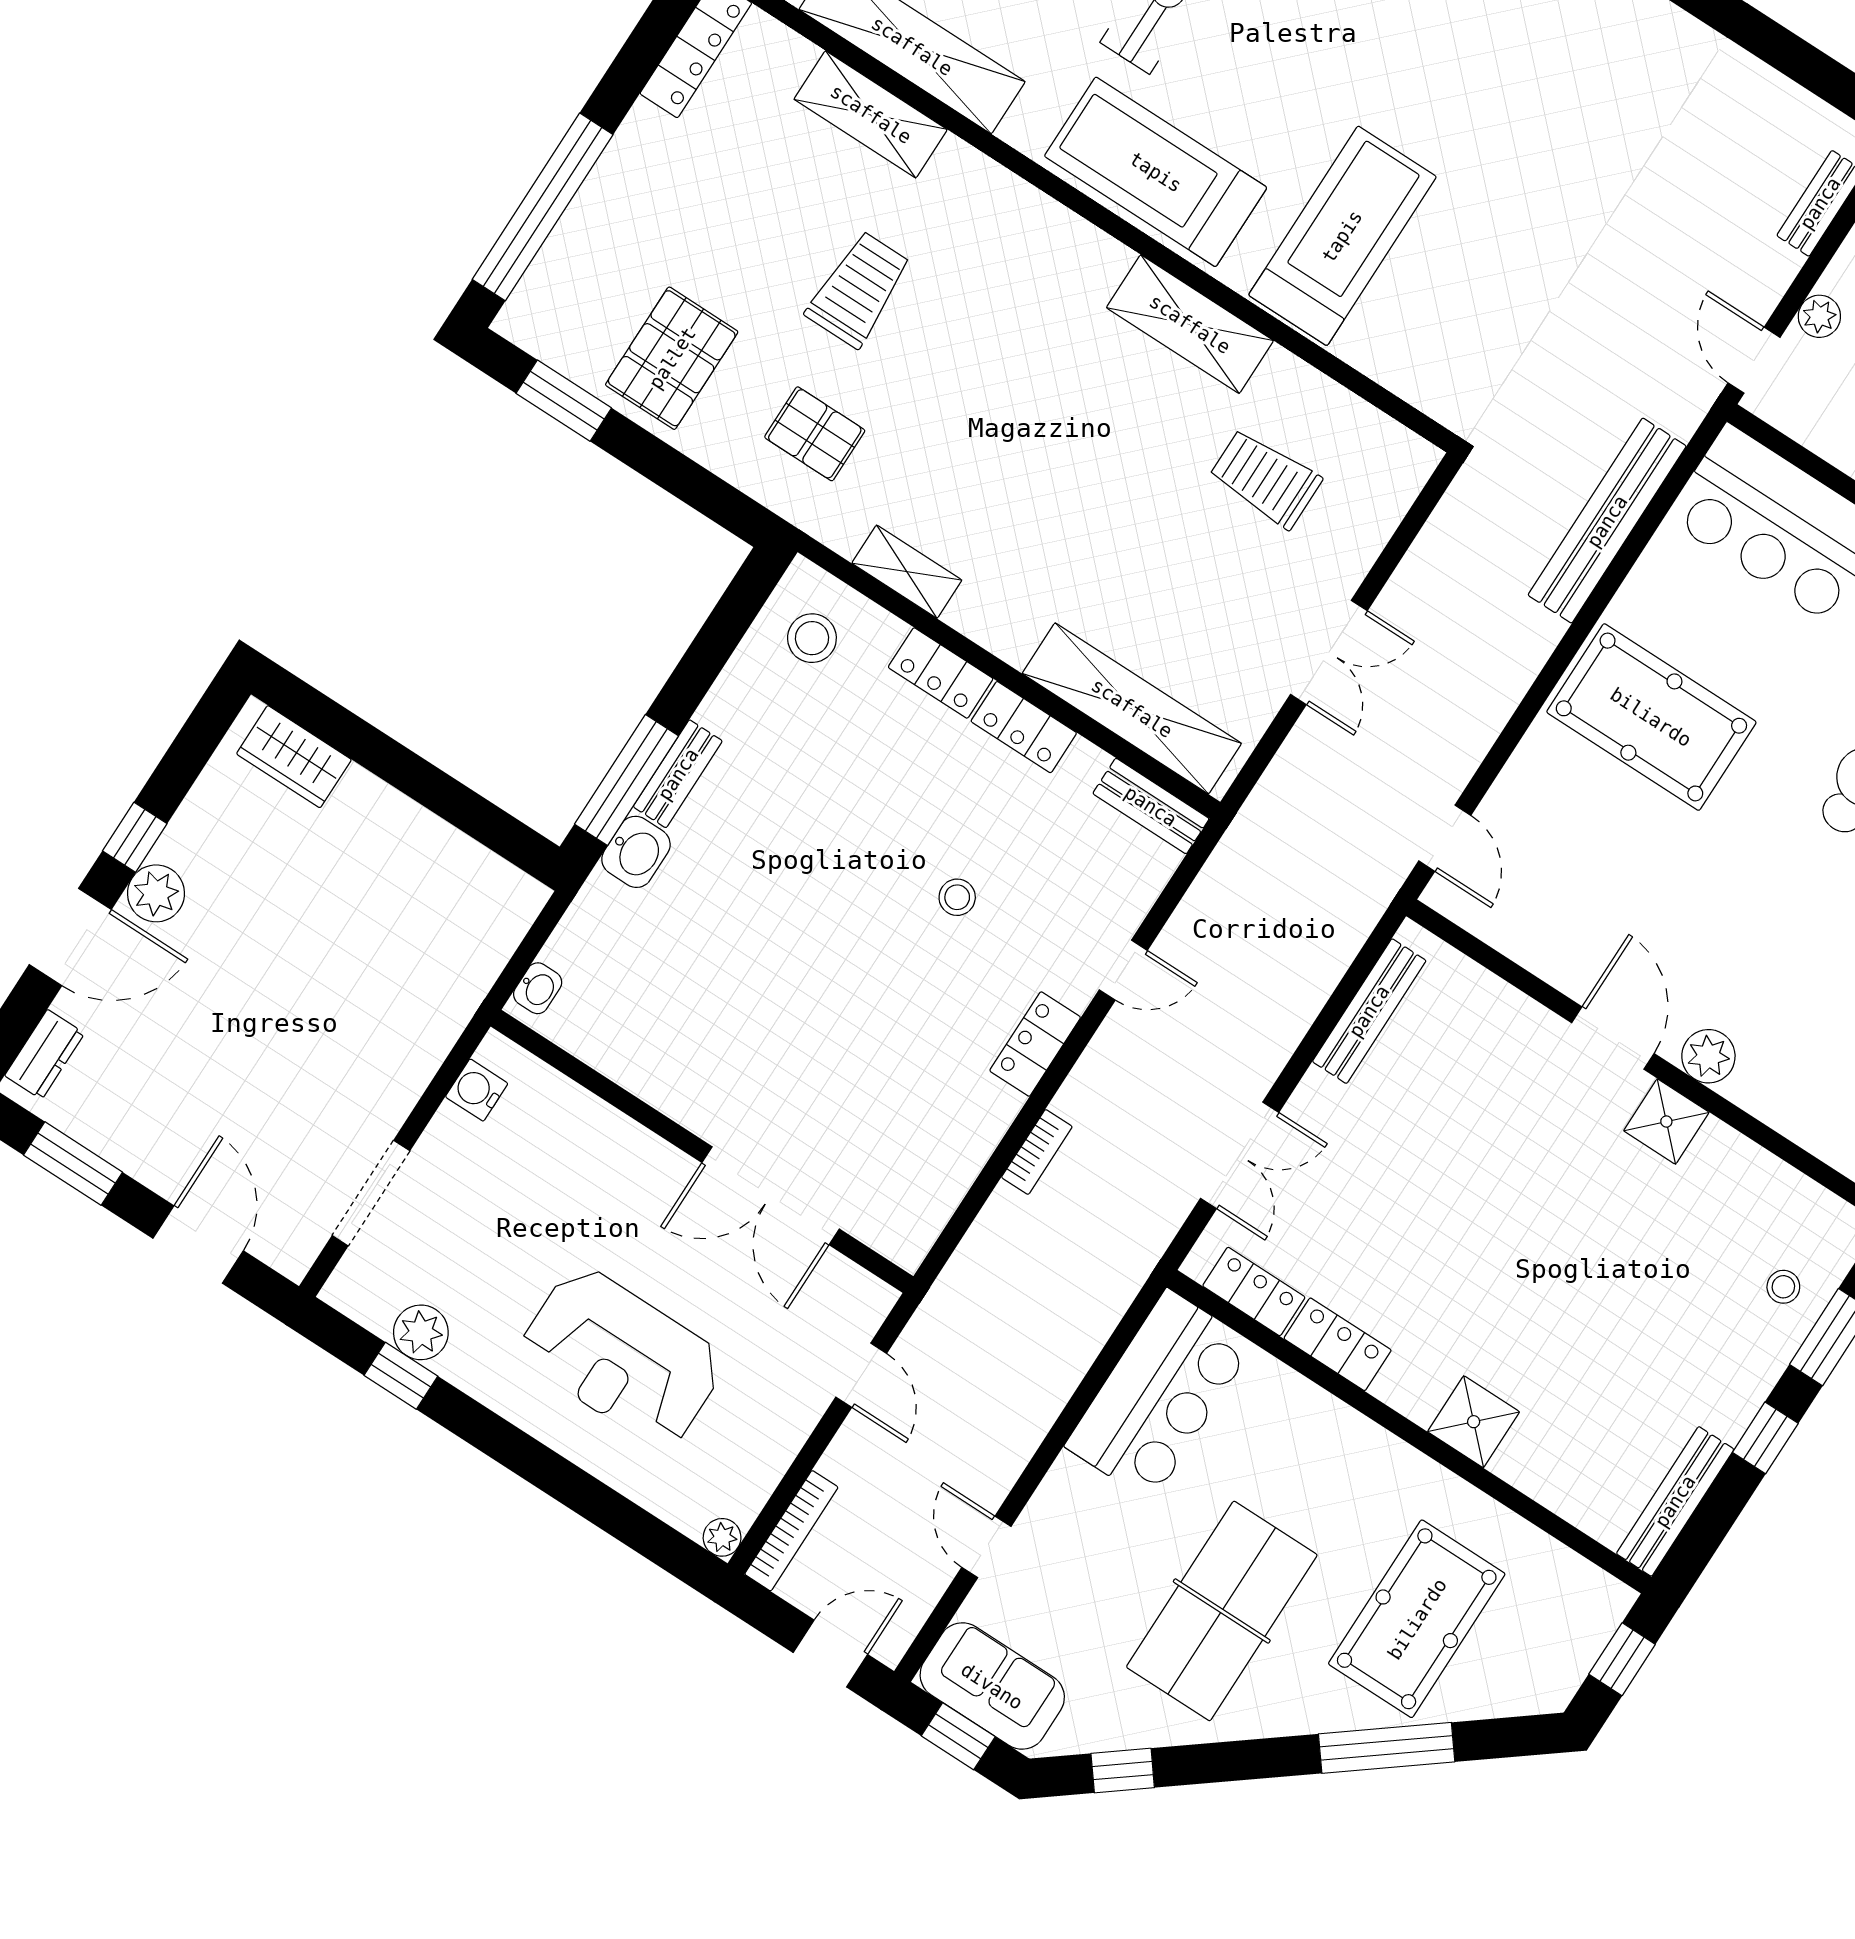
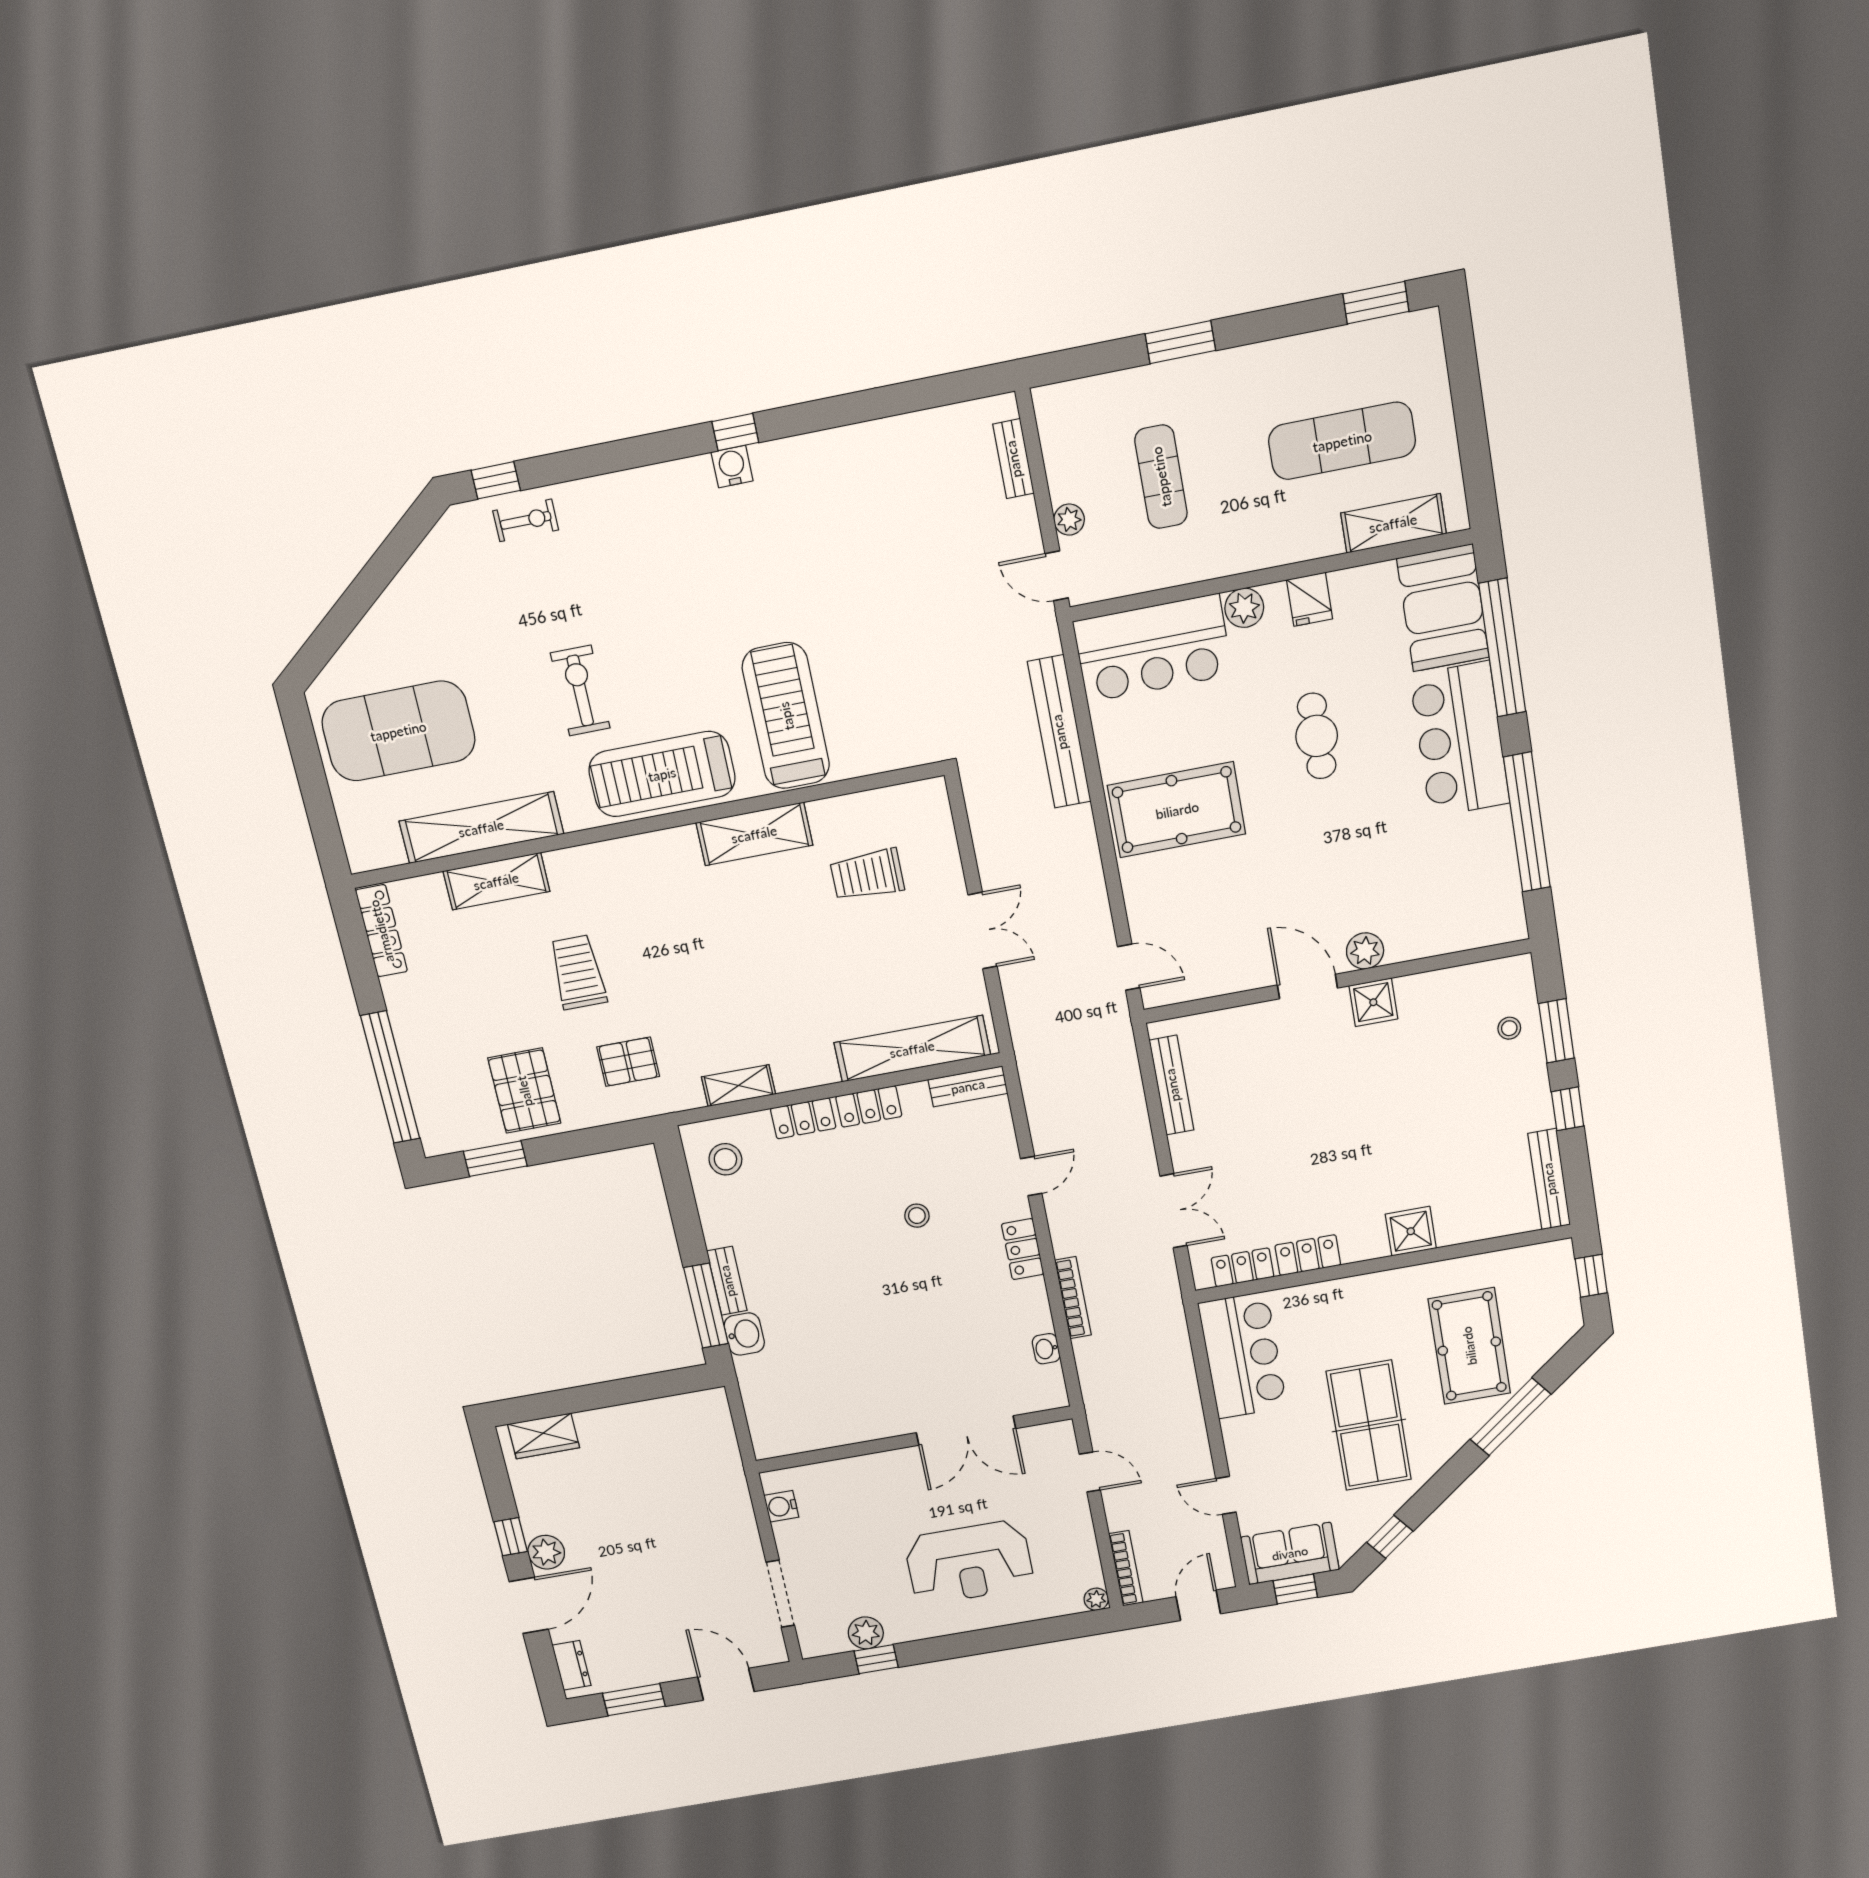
washbasin: (538, 988) -> (1046, 1349), moved, turned 180
bookcase: (1037, 1152) -> (1073, 1298), width x1.56

